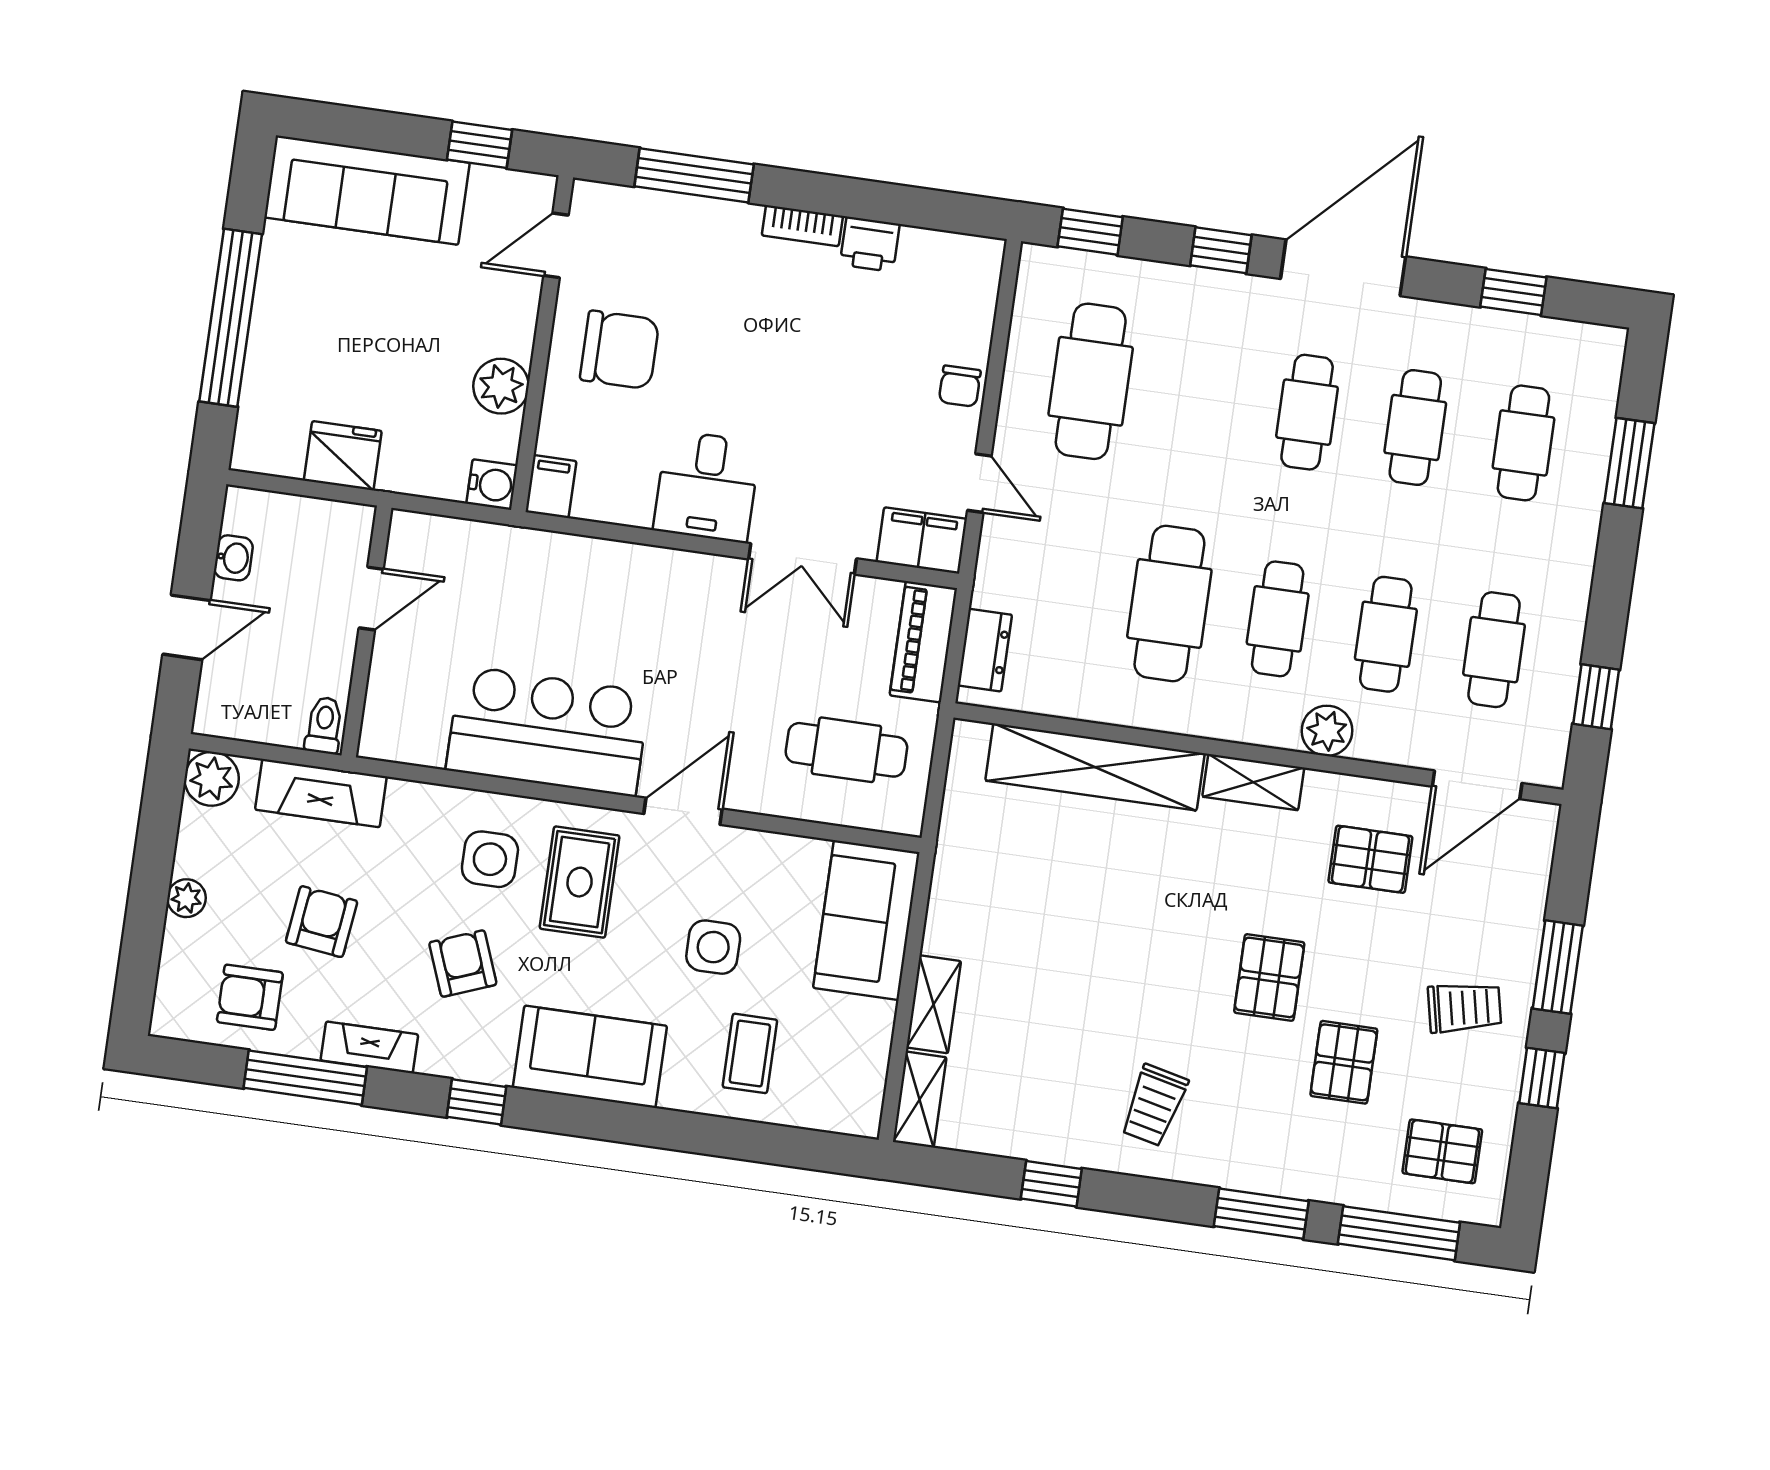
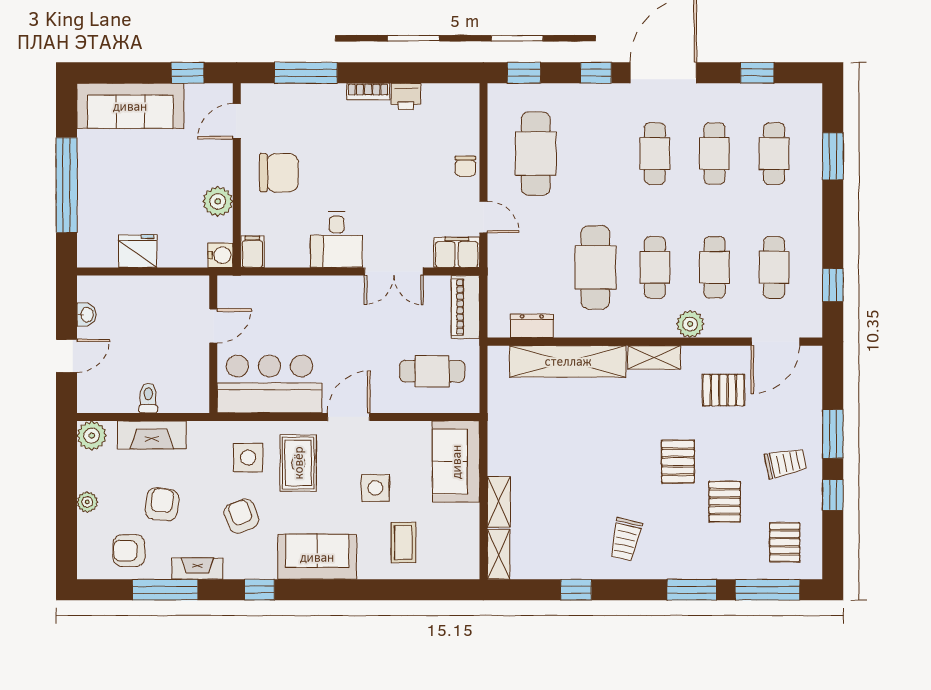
door: (371, 598) -> (213, 326), moved
wall: (366, 632) -> (213, 344), moved
dresser: (985, 650) -> (532, 326), moved, turned -90
pallet: (1442, 1151) -> (785, 542), turned 90

